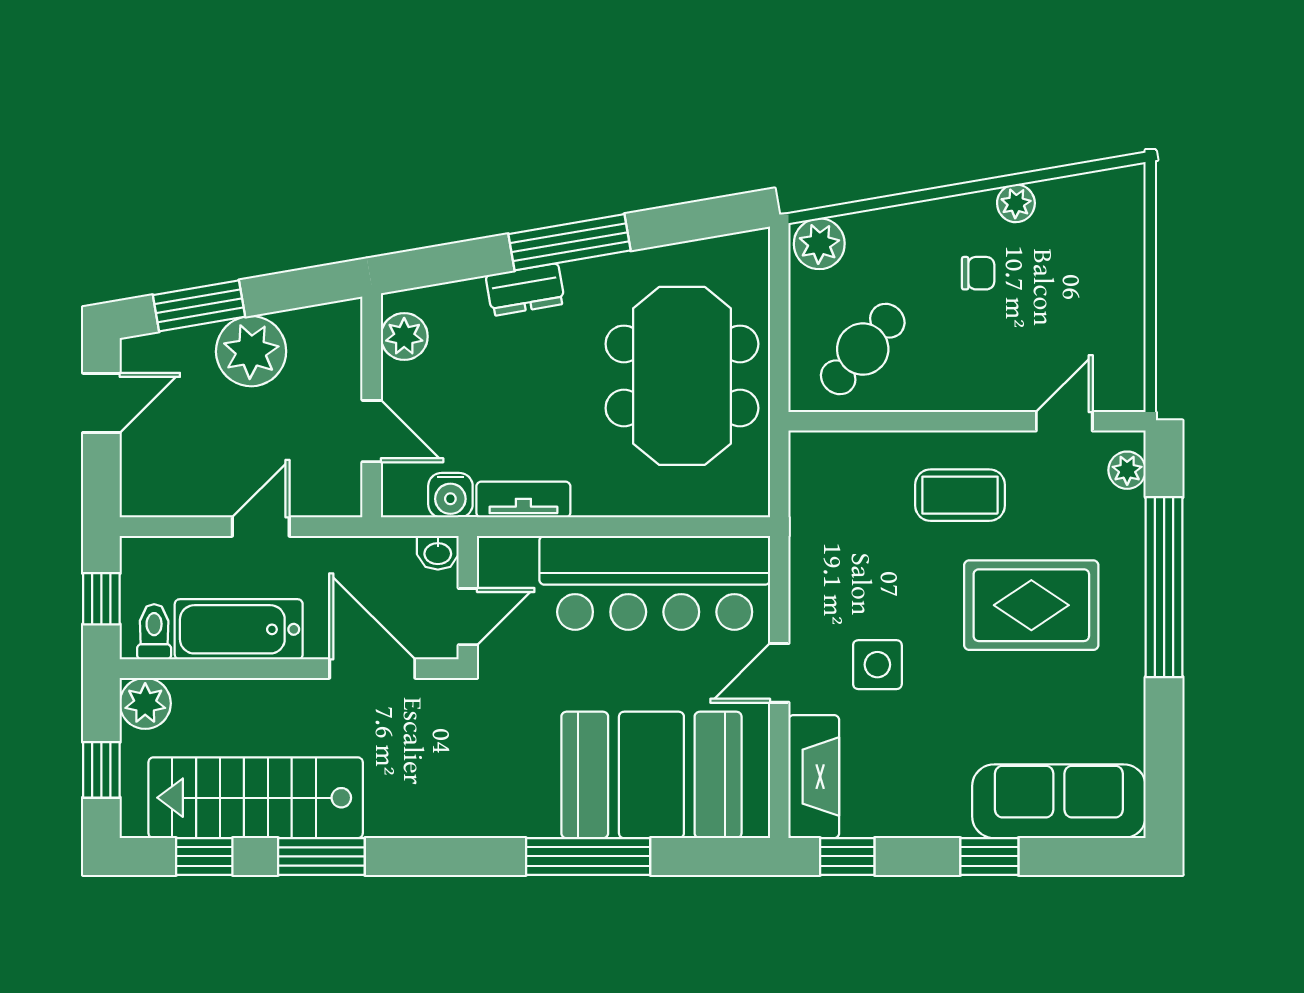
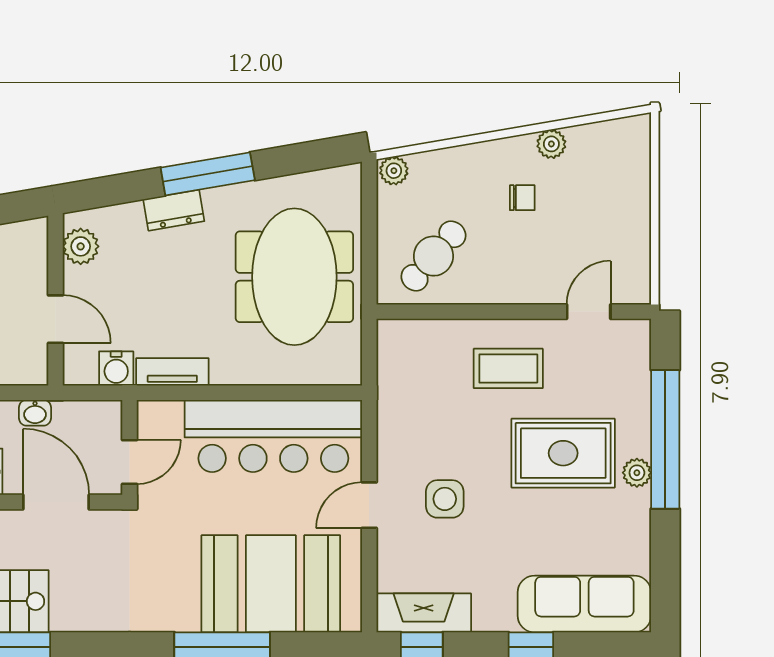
plant: (819, 244) -> (394, 171), width x0.73, depth x0.73
plant: (1127, 470) -> (637, 473), moved
washbasin: (438, 553) -> (35, 413), moved
fireplace: (814, 777) -> (424, 613), moved, turned -90

